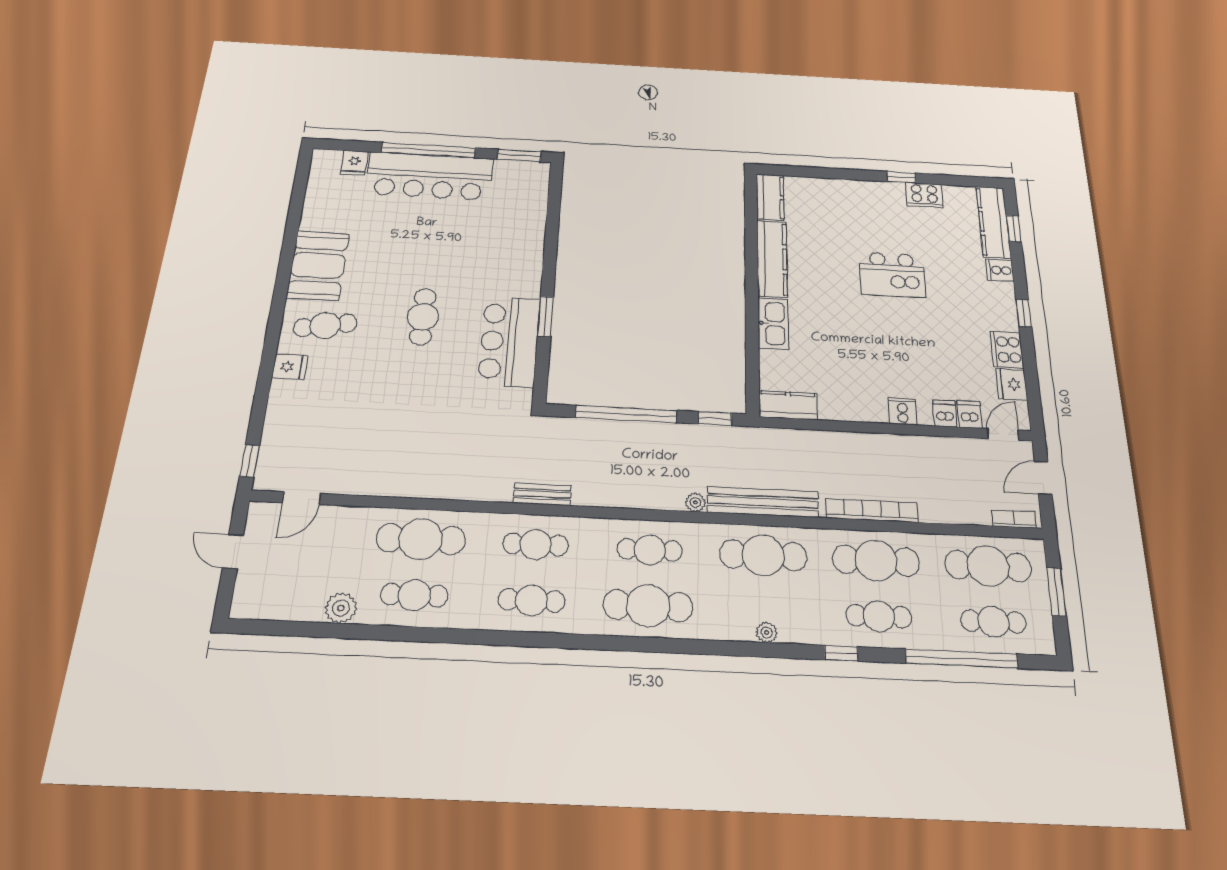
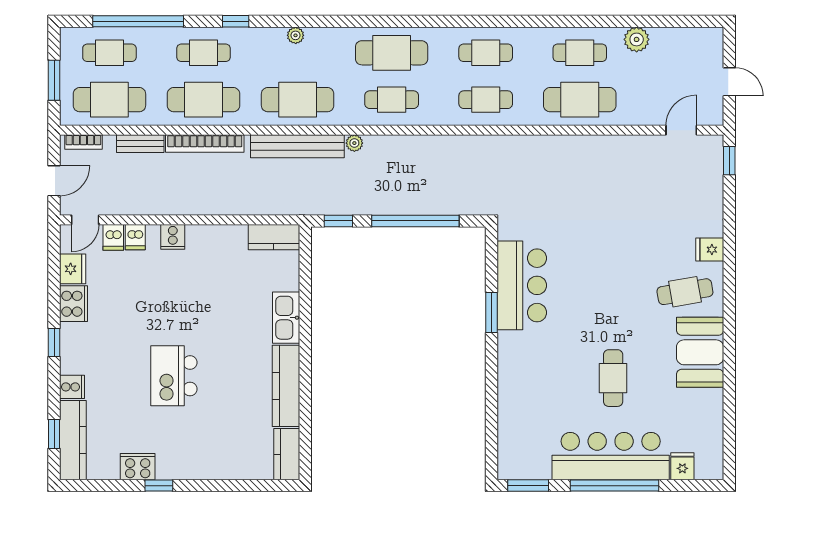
kitchen island: (892, 275) -> (174, 376), turned -90
cafe table: (423, 317) -> (613, 378), moved
bench: (542, 494) -> (140, 144), moved

